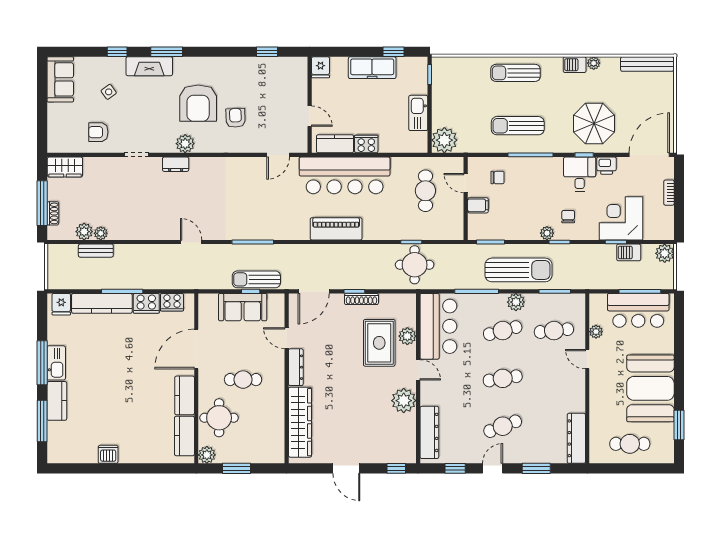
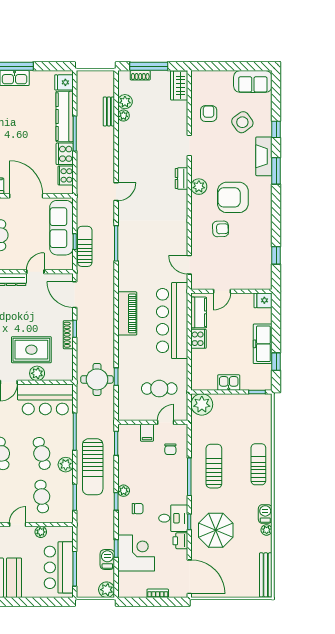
side table: (109, 92) -> (242, 122), width x1.87, depth x1.87
kitchen sink: (418, 113) -> (229, 382), width x0.73
sofa: (243, 307) -> (61, 228), width x1.36

